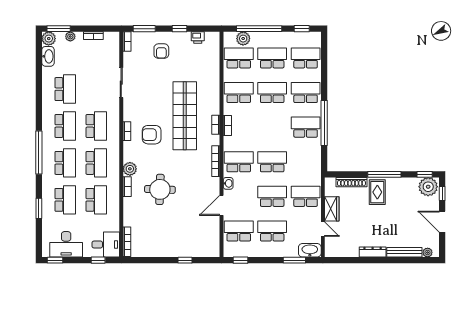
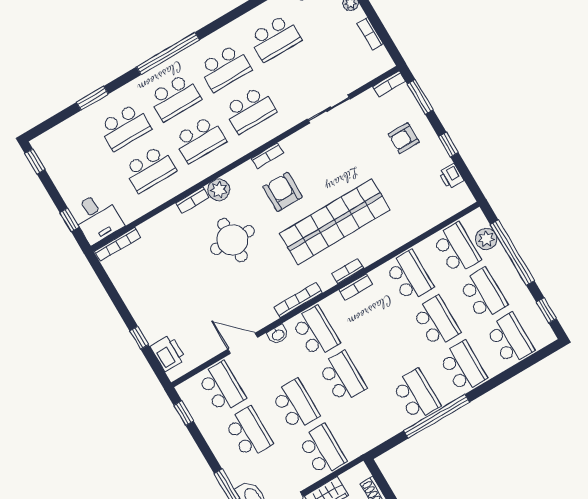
round table: (160, 189) -> (232, 240), moved
desk: (66, 244) -> (65, 164), removed
printer: (203, 249) -> (168, 353), added

